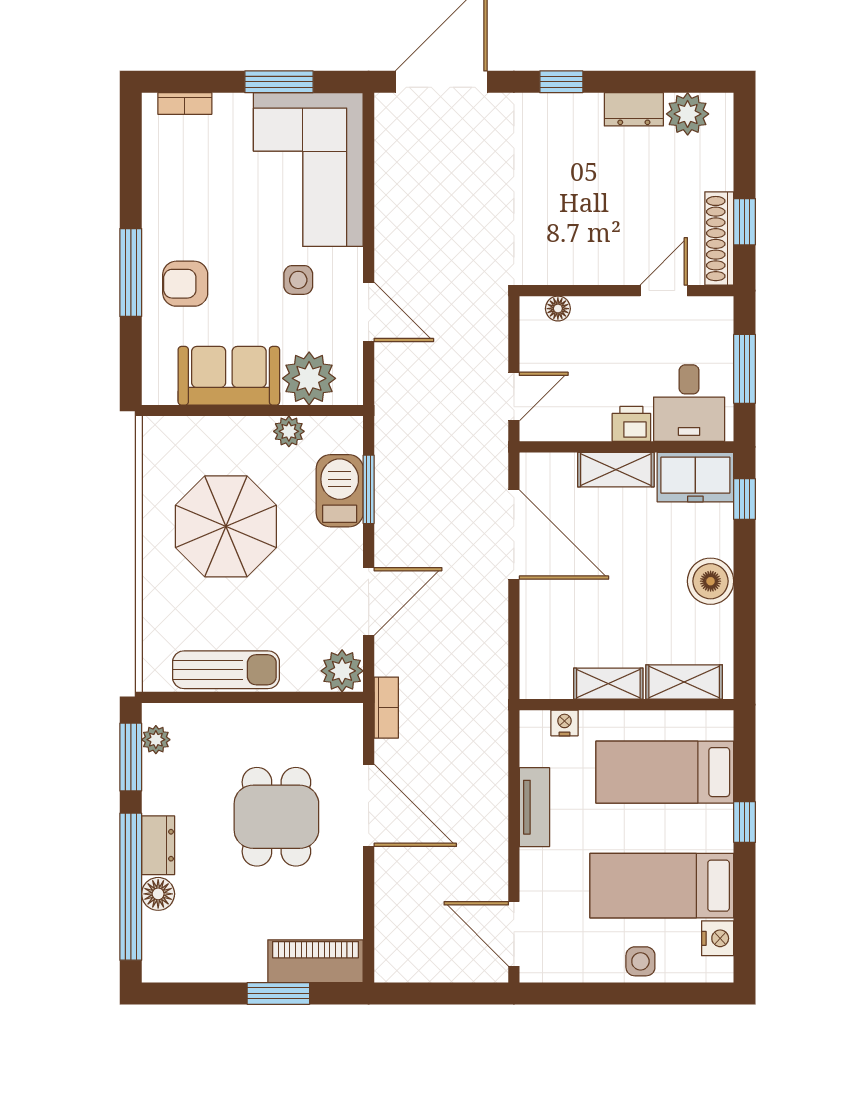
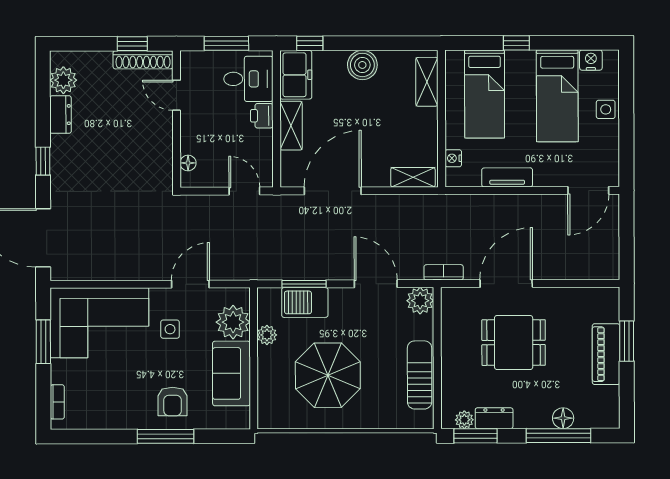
shelving: (608, 684) -> (413, 177), moved, turned 90
dresser: (158, 845) -> (494, 418), moved
window: (131, 887) -> (559, 436), width x0.68
piano: (315, 961) -> (606, 354), moved

